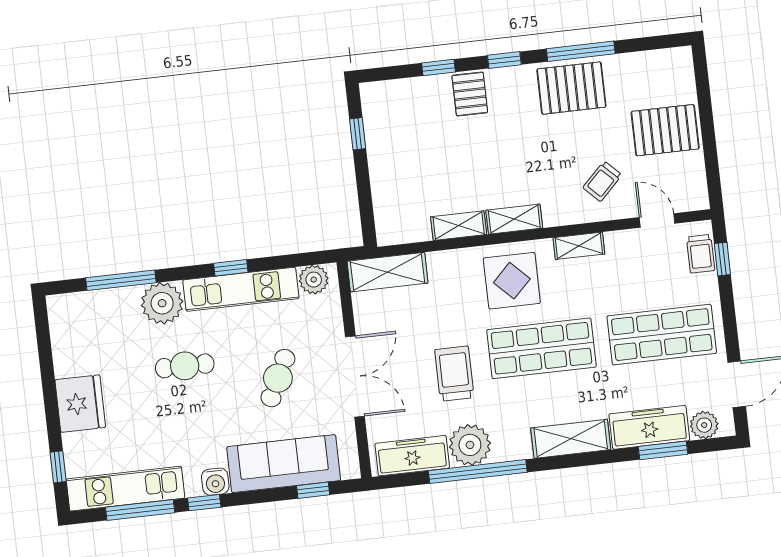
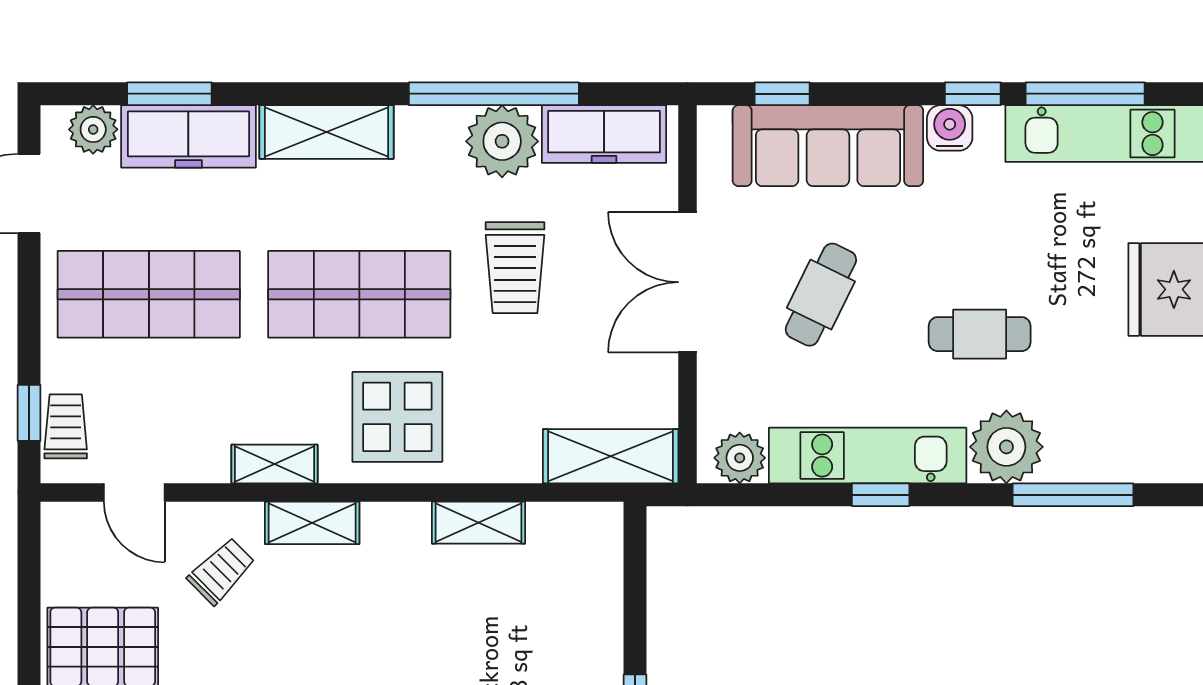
shelving: (514, 219) -> (312, 523), moved

